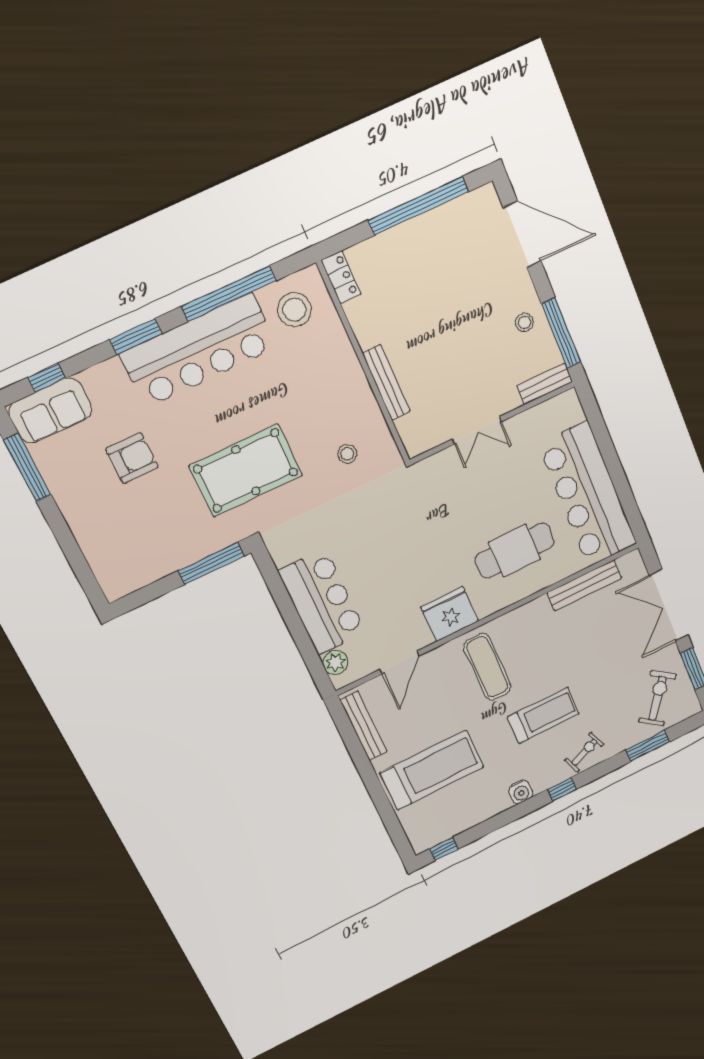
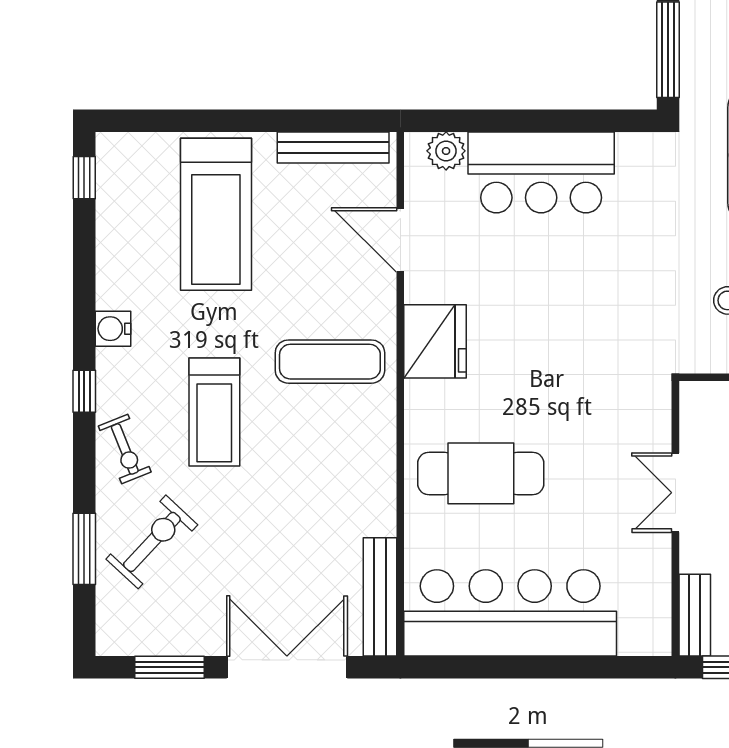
cafe table: (515, 551) -> (481, 473), turned 90
bench: (584, 585) -> (380, 597), moved
exercise bike: (657, 698) -> (152, 542), moved, turned -83

